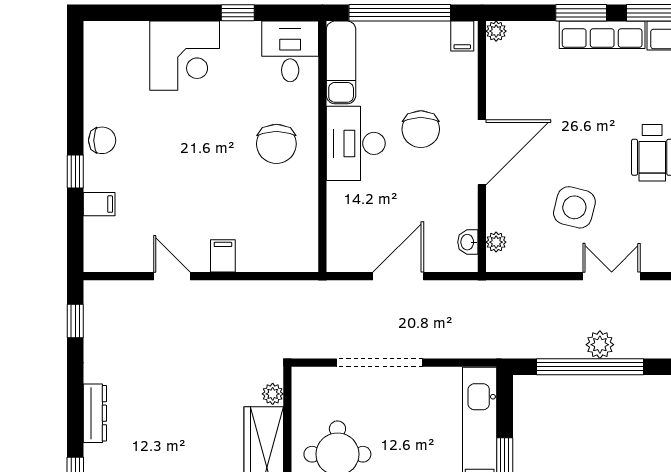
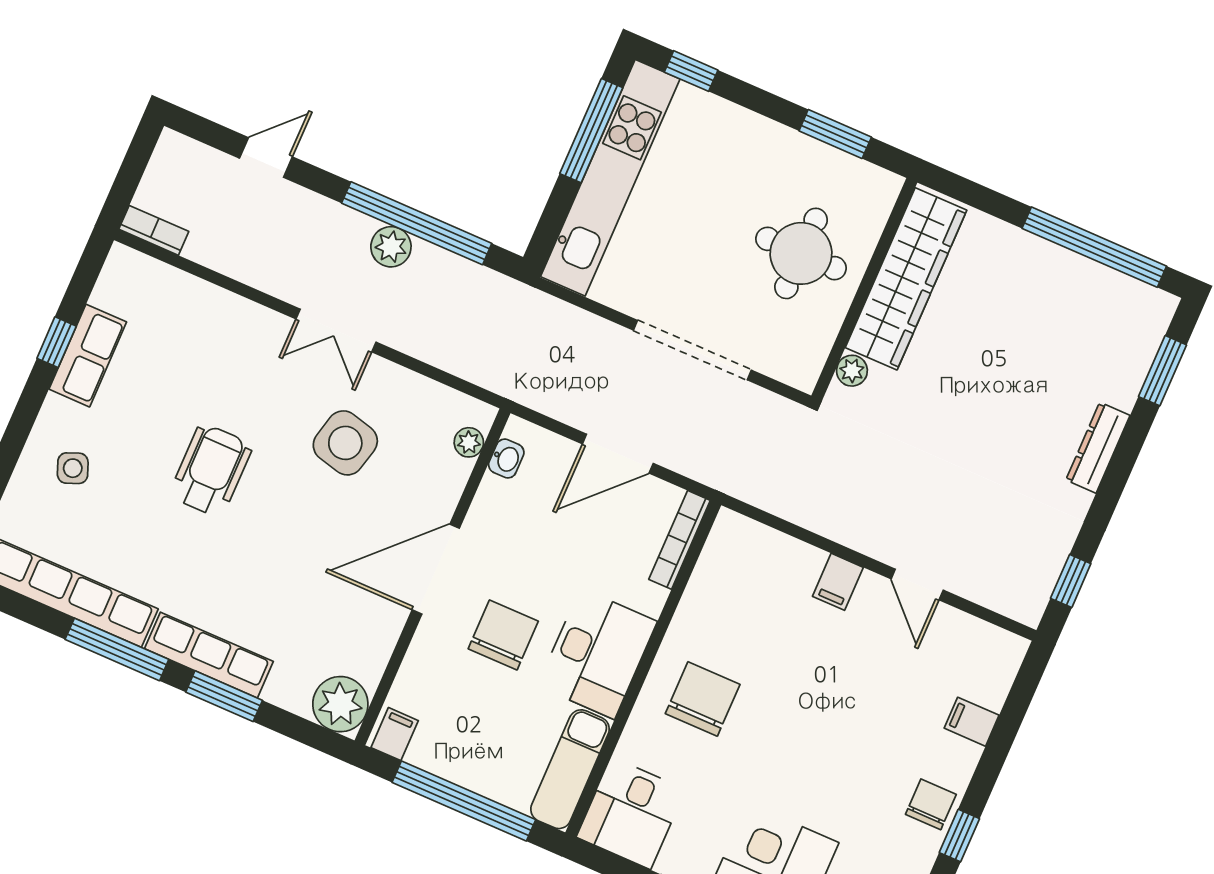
plant: (496, 31) -> (340, 704), width x1.87, depth x1.87
chair: (102, 140) -> (931, 804), turned 90
window: (75, 171) -> (959, 836), moved
bookcase: (335, 238) -> (680, 540), added

